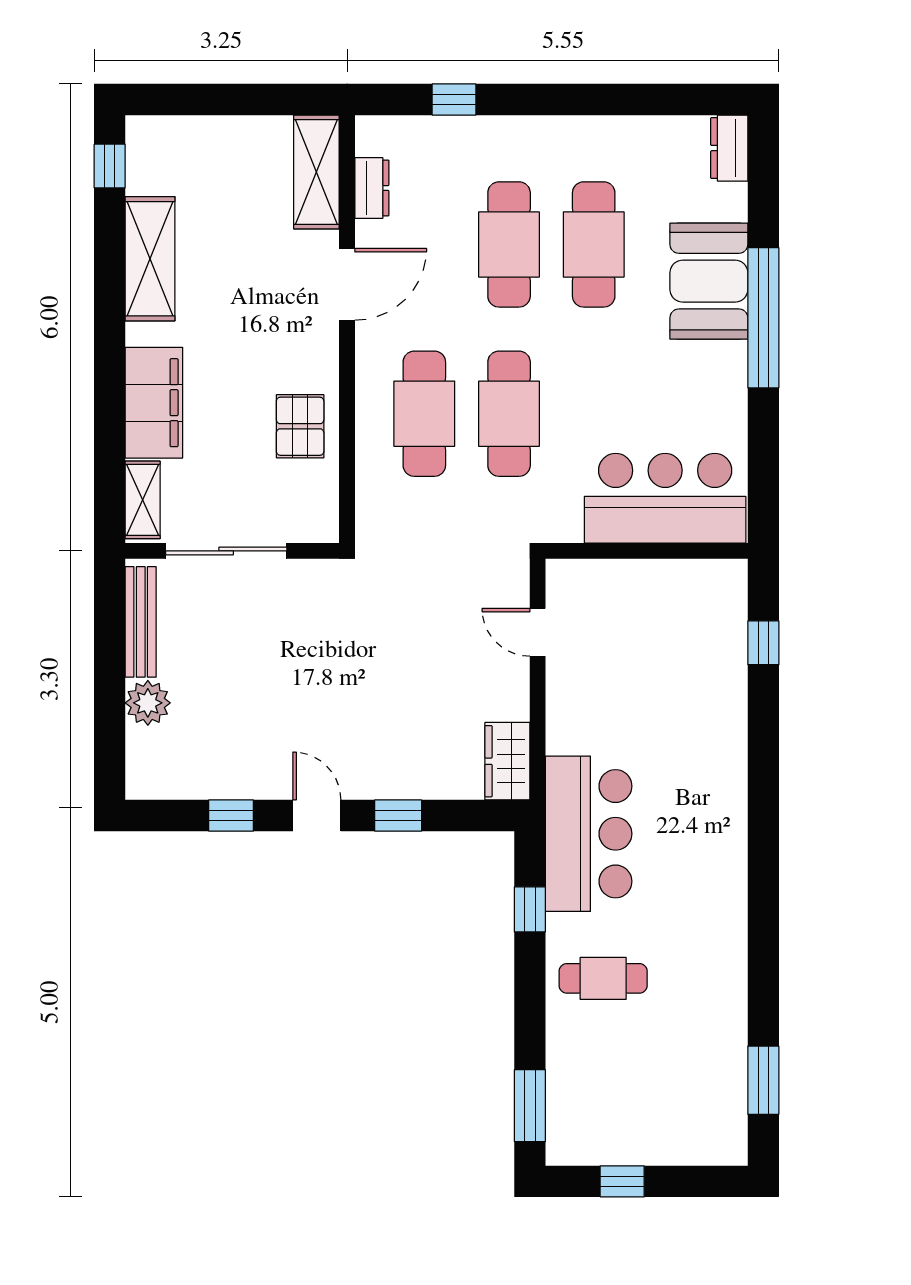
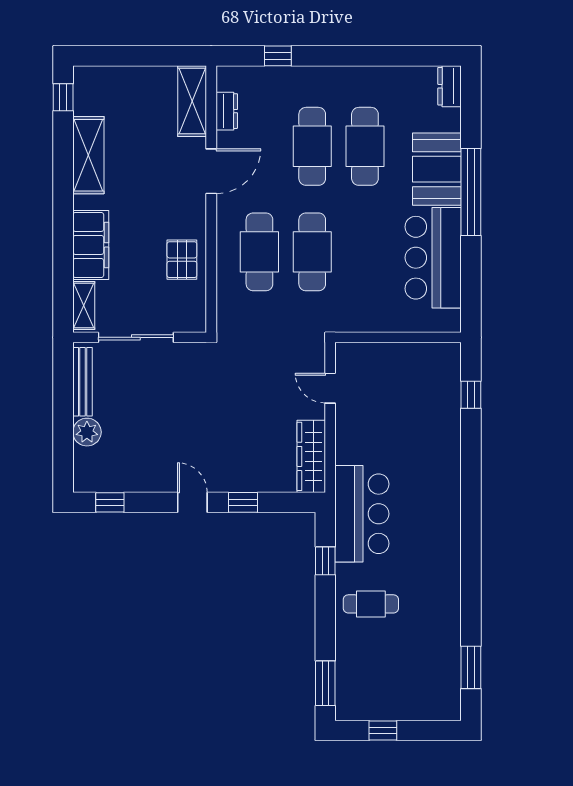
bar counter: (665, 498) -> (433, 258), moved, turned -90
wardrobe: (507, 761) -> (311, 456), width x1.50
window: (231, 816) -> (110, 502), moved

